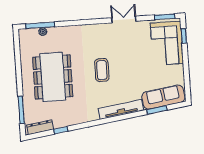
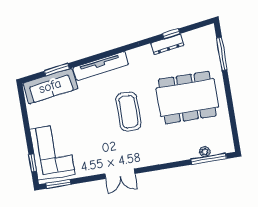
double door: (124, 20) -> (120, 174), moved
coffee table: (102, 70) -> (128, 112), width x1.36, depth x1.32
dining table: (53, 77) -> (187, 98), turned 90
dresser: (40, 127) -> (167, 44), moved

